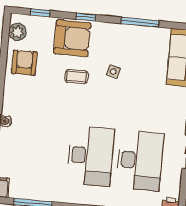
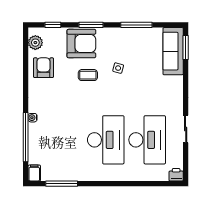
window: (86, 17) -> (91, 25), width x1.50

